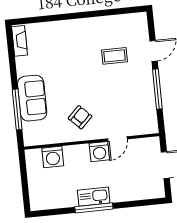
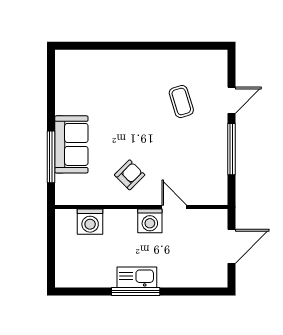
fireplace: (20, 41) -> (63, 70), removed
coffee table: (115, 56) -> (181, 102), turned 73
door: (117, 139) -> (174, 207), swing flipped

